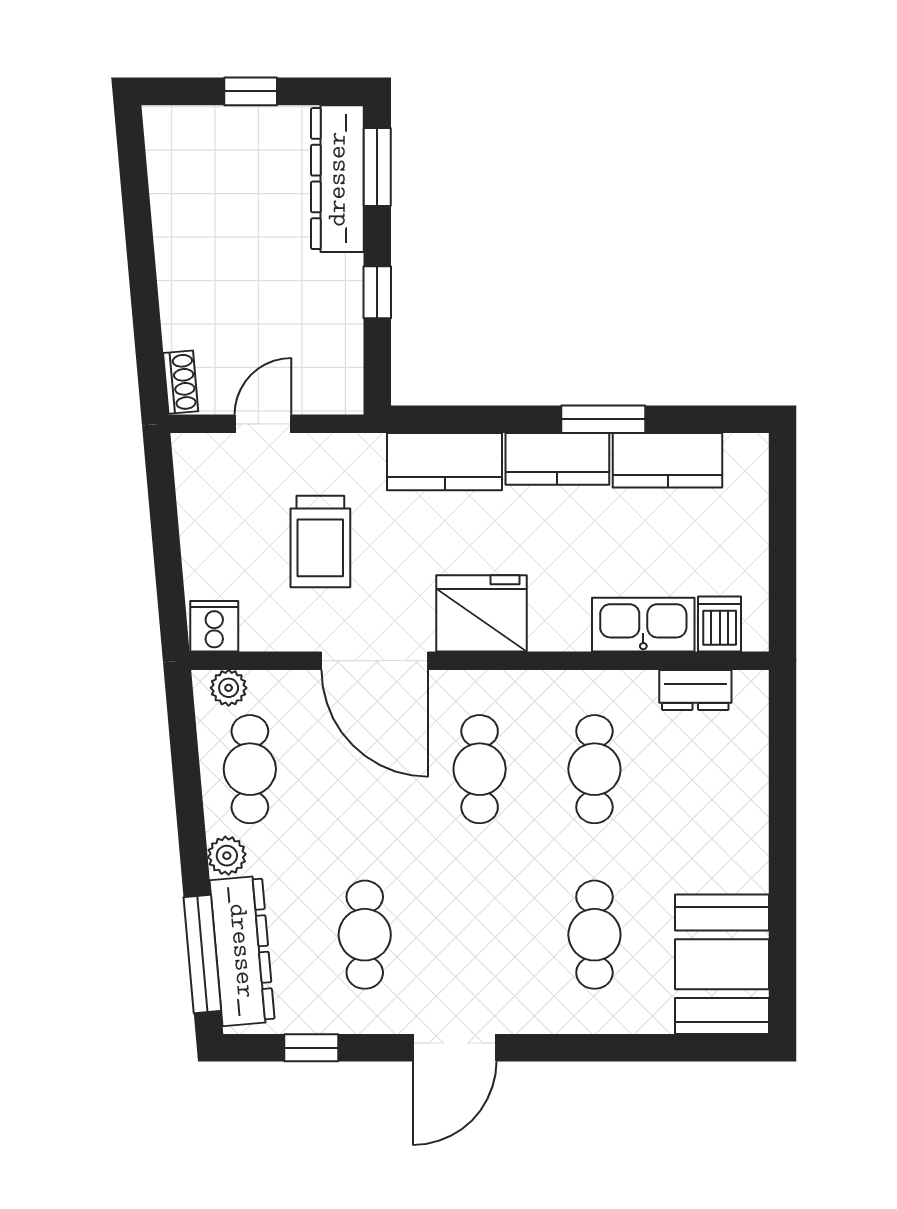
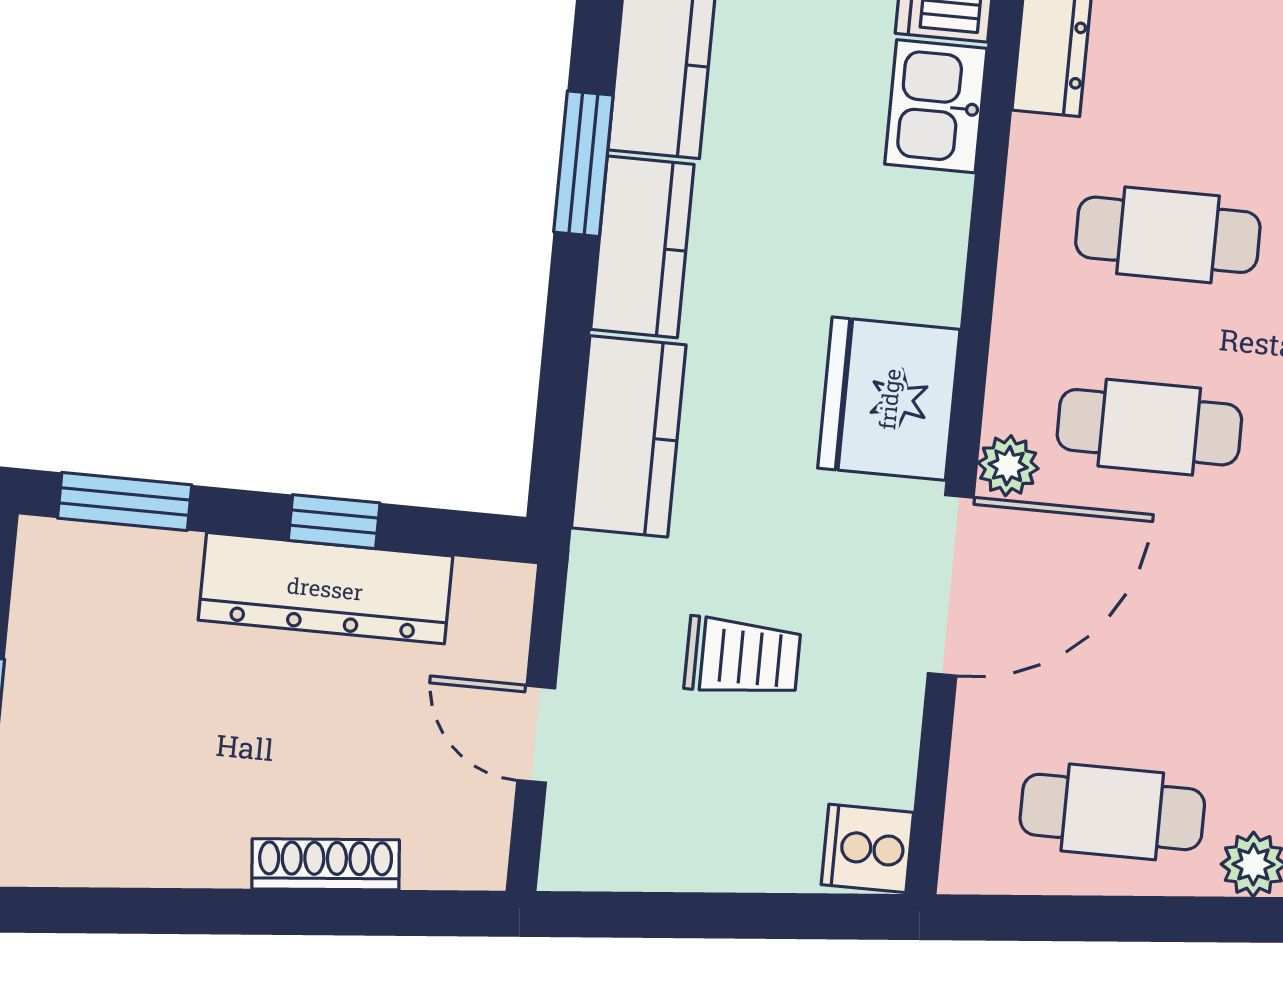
dresser: (337, 179) -> (325, 588), moved
shoe rack: (181, 382) -> (326, 864), moved, width x1.43
trolley: (320, 542) -> (742, 657), width x0.73, depth x0.72
kitchen sink: (643, 625) -> (936, 106), width x0.73
plant: (229, 688) -> (1008, 466), moved

